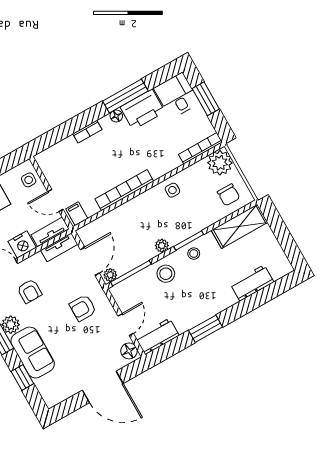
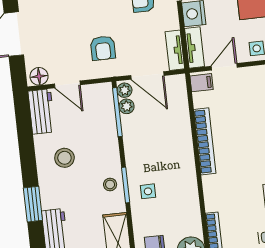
side table: (172, 190) -> (148, 191), moved
plant: (162, 246) -> (127, 106), moved
stool: (166, 274) -> (64, 158), moved
armchair: (83, 308) -> (103, 48), turned 180
window: (206, 329) -> (33, 204), moved

